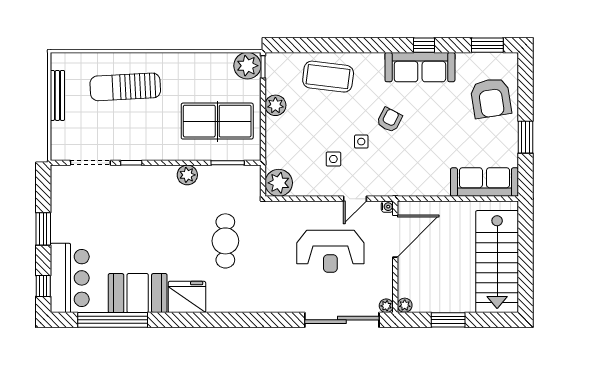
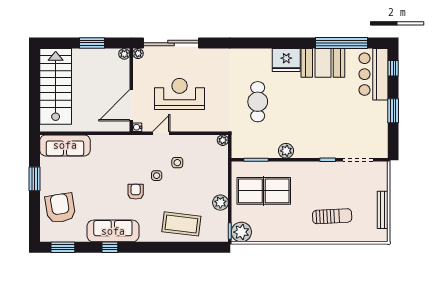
sun lounger: (125, 87) -> (332, 216), width x0.73, depth x0.75
armchair: (389, 120) -> (136, 192), turned 153
plant: (279, 183) -> (223, 140), width x0.53, depth x0.53

